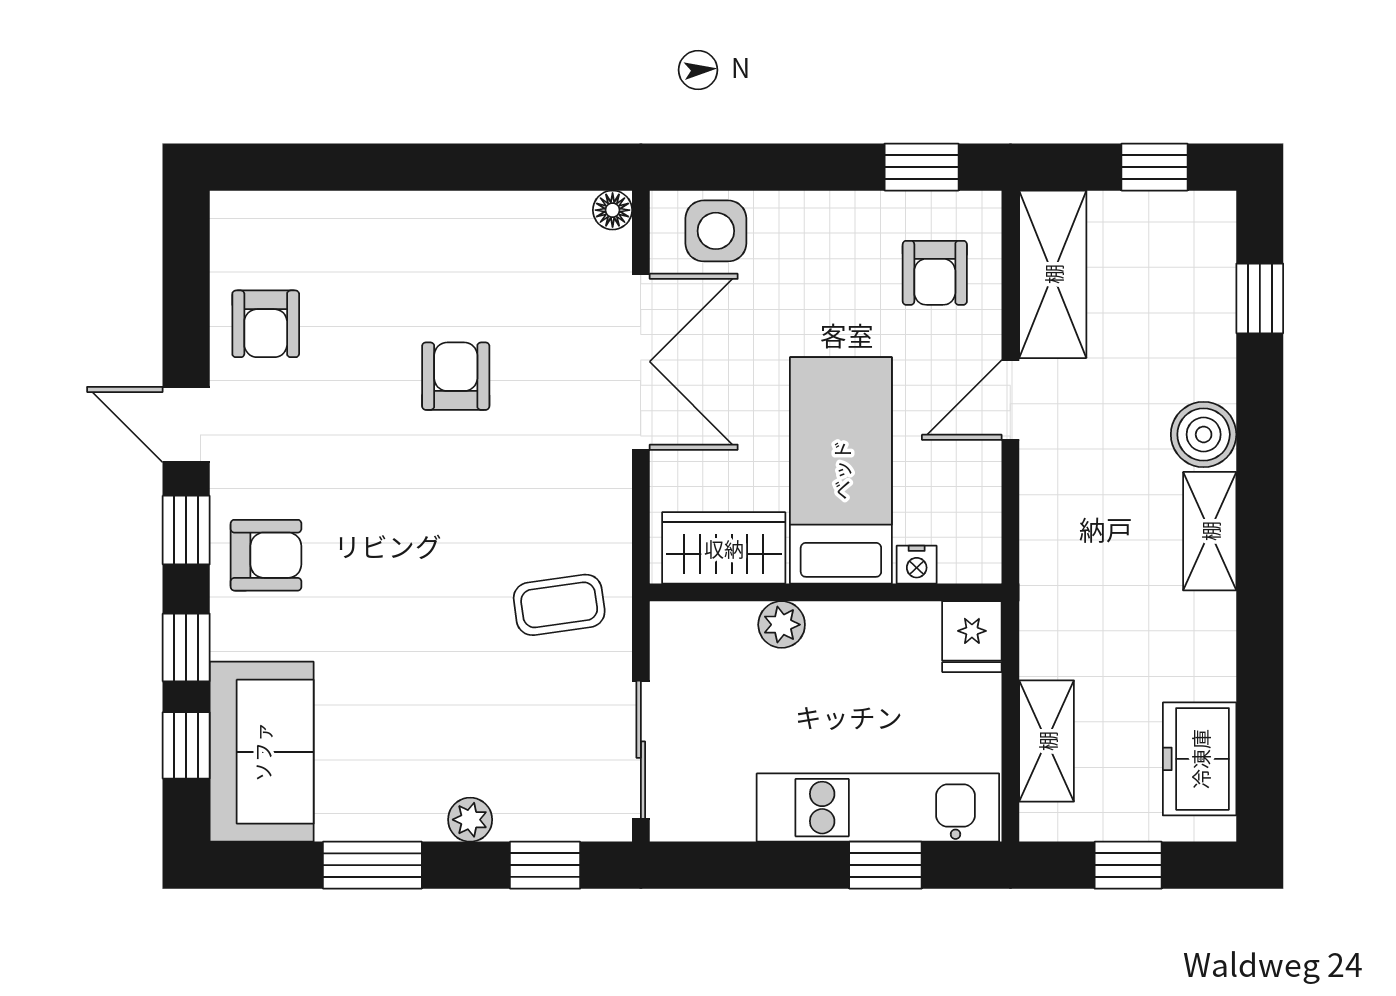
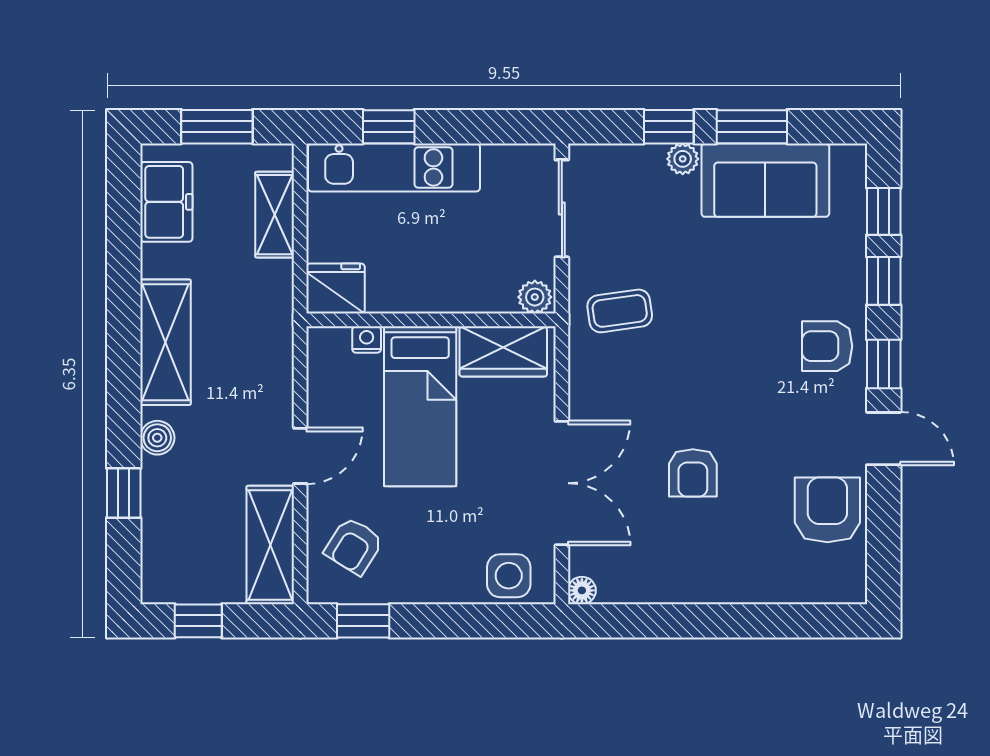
armchair: (935, 273) -> (354, 546), turned -148
window: (1260, 298) -> (124, 493), moved
armchair: (266, 324) -> (827, 510), width x1.38, depth x1.38
double door: (641, 362) -> (562, 483), swing flipped
boiler: (1204, 434) -> (157, 438), width x0.73, depth x0.73
shelving: (1210, 531) -> (165, 342), width x1.50, depth x1.33
plant: (782, 625) -> (535, 297), moved
fridge: (972, 637) -> (336, 288), width x1.38
sofa: (262, 752) -> (765, 180), moved, turned -90
window: (545, 865) -> (669, 127), moved
window: (1128, 865) -> (217, 127), width x1.50

